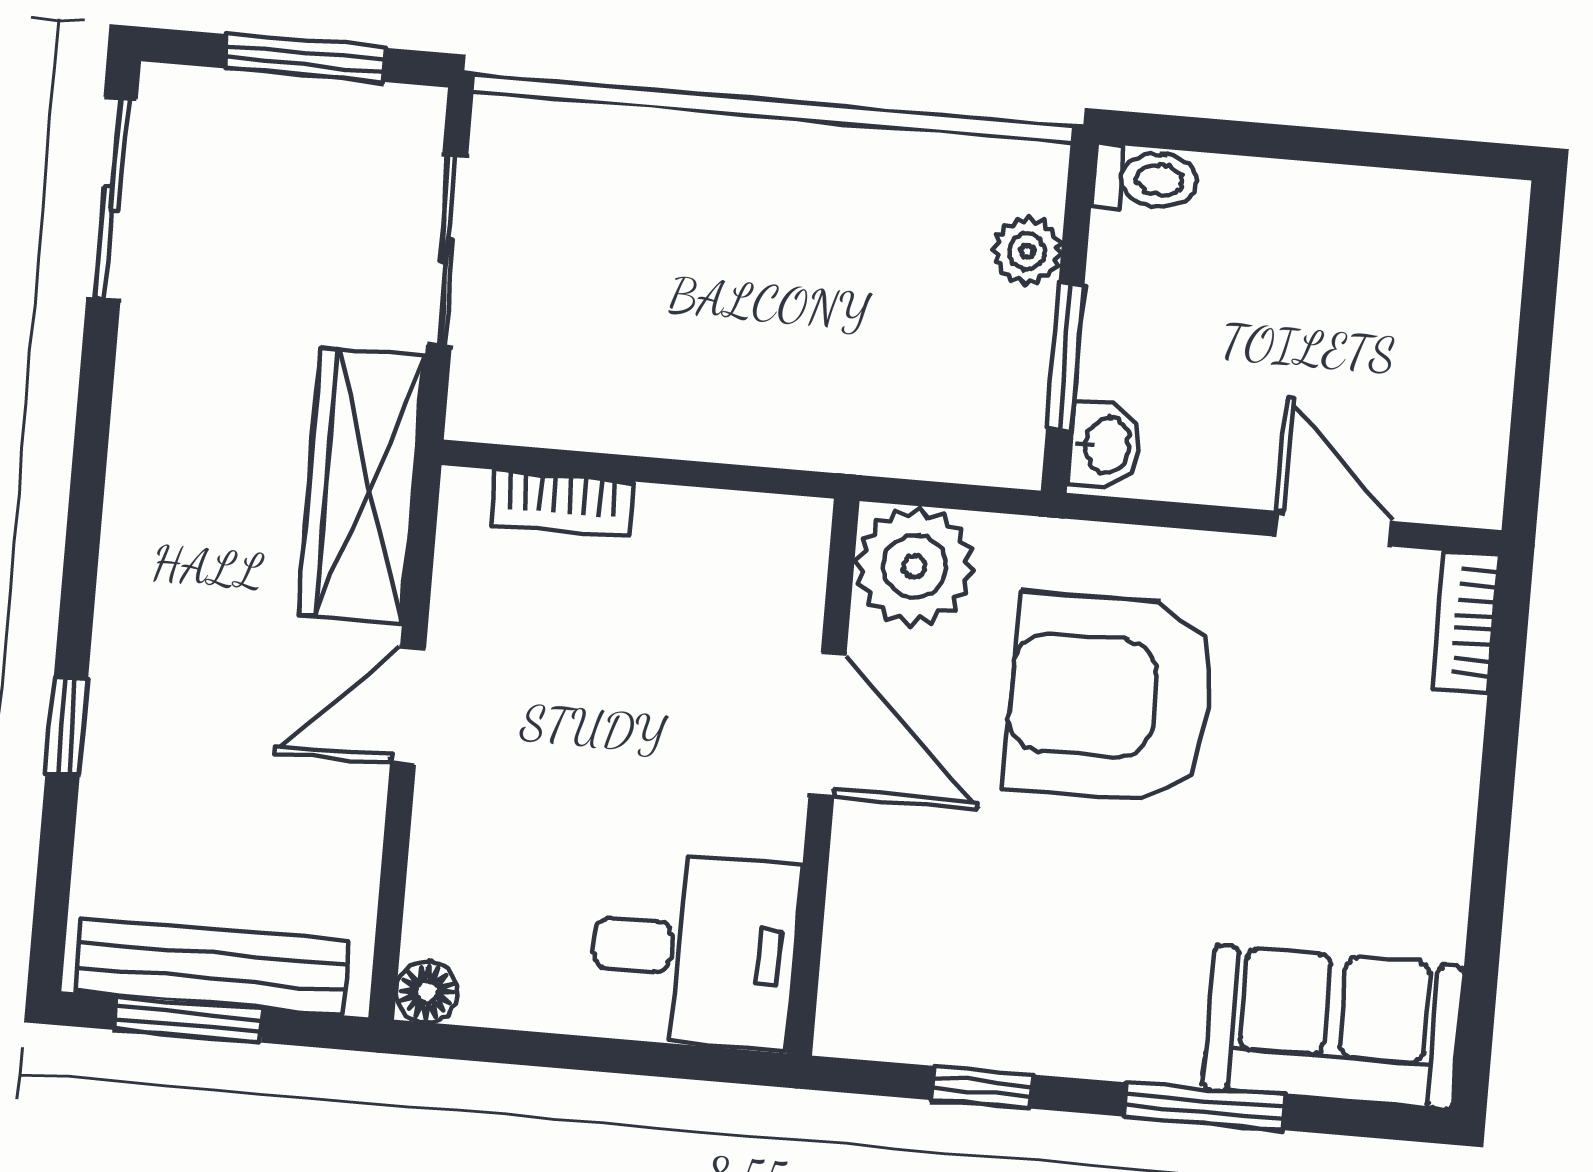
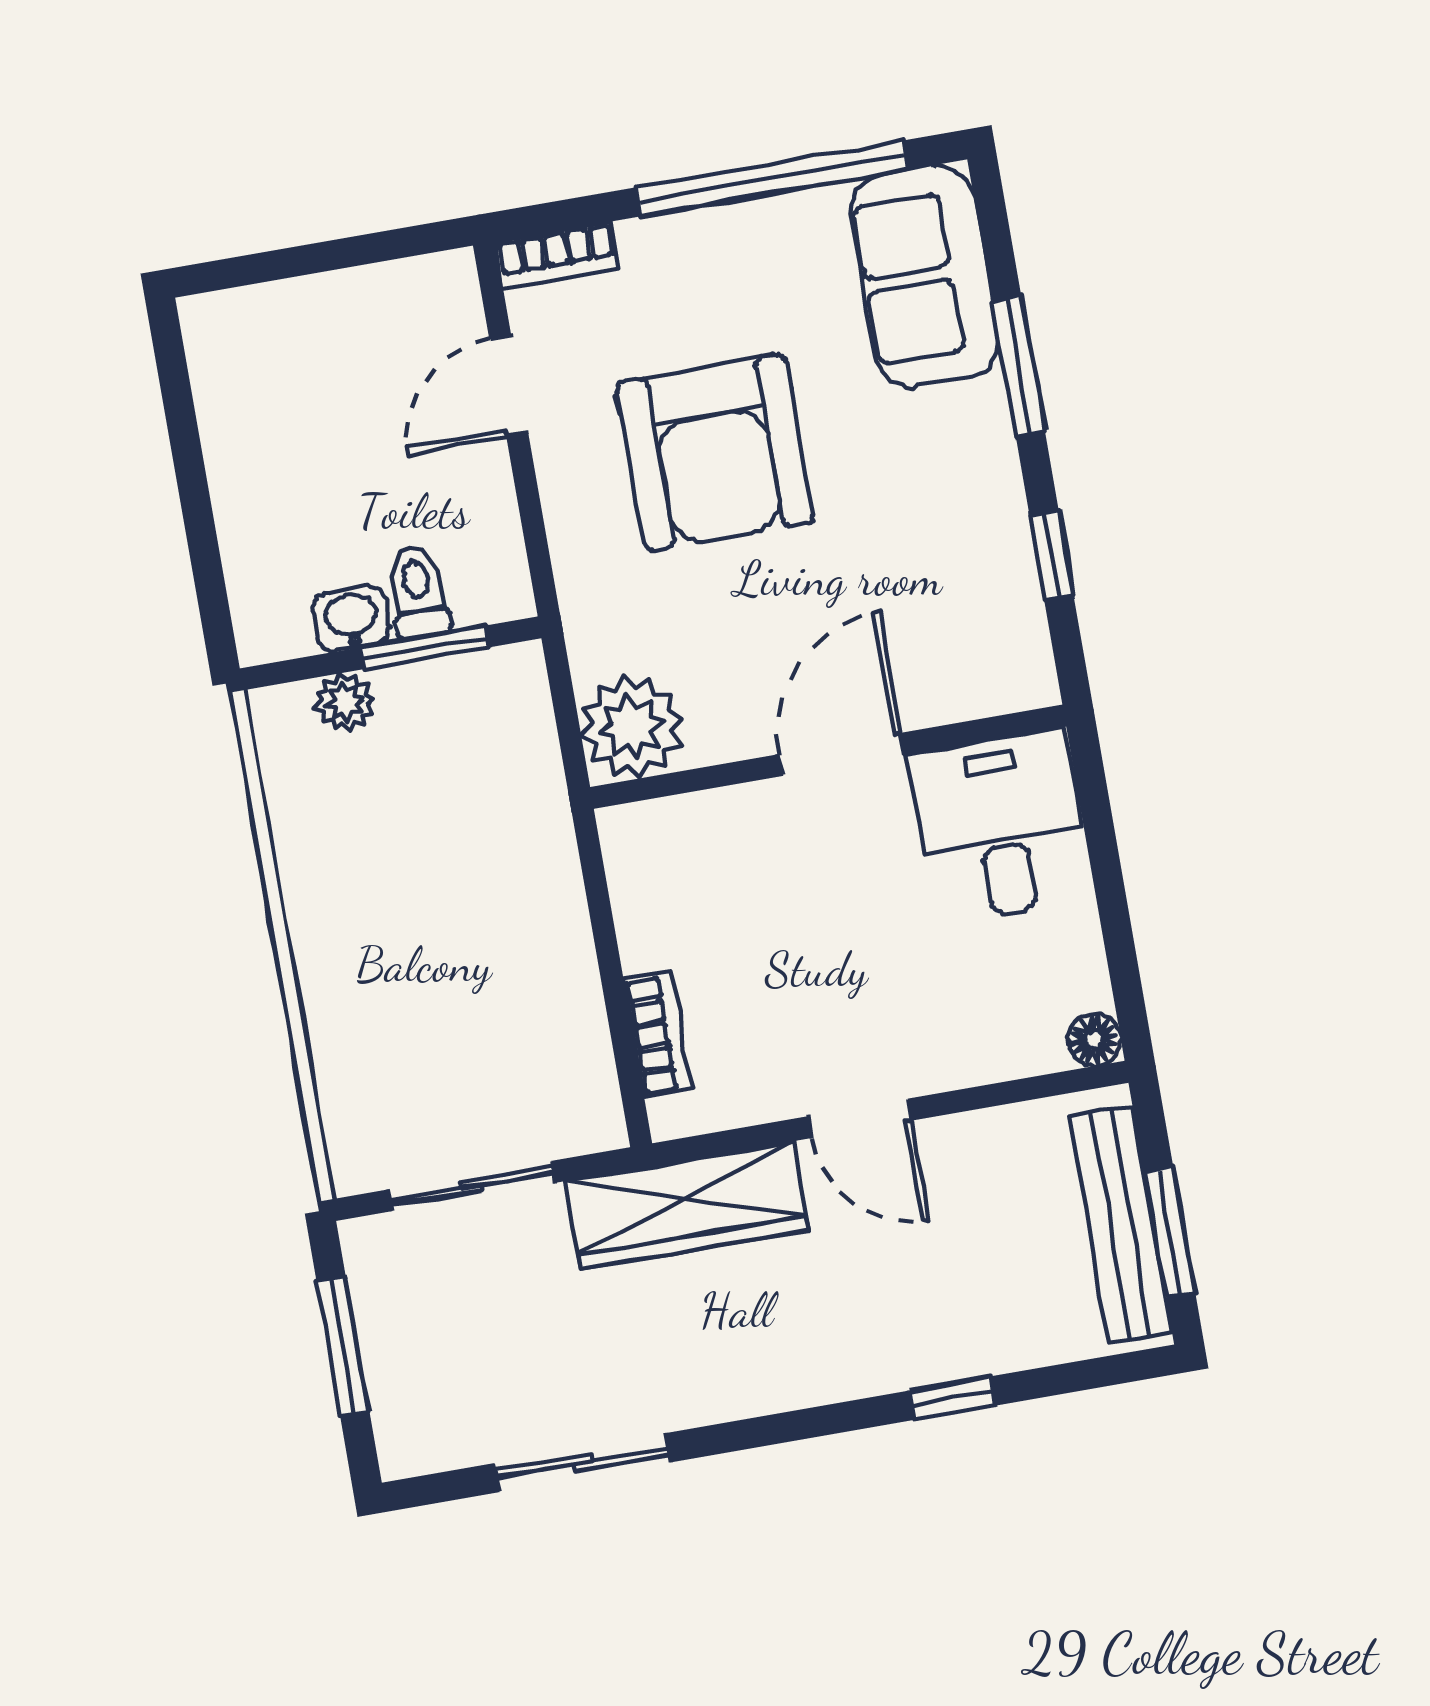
toilet: (1145, 179) -> (418, 592), moved
sliding door: (112, 199) -> (583, 1463), moved
washbasin: (1105, 445) -> (351, 619), moved
armchair: (1110, 698) -> (715, 452), moved
door: (827, 725) -> (842, 754), moved
window: (1488, 885) -> (771, 179), added

